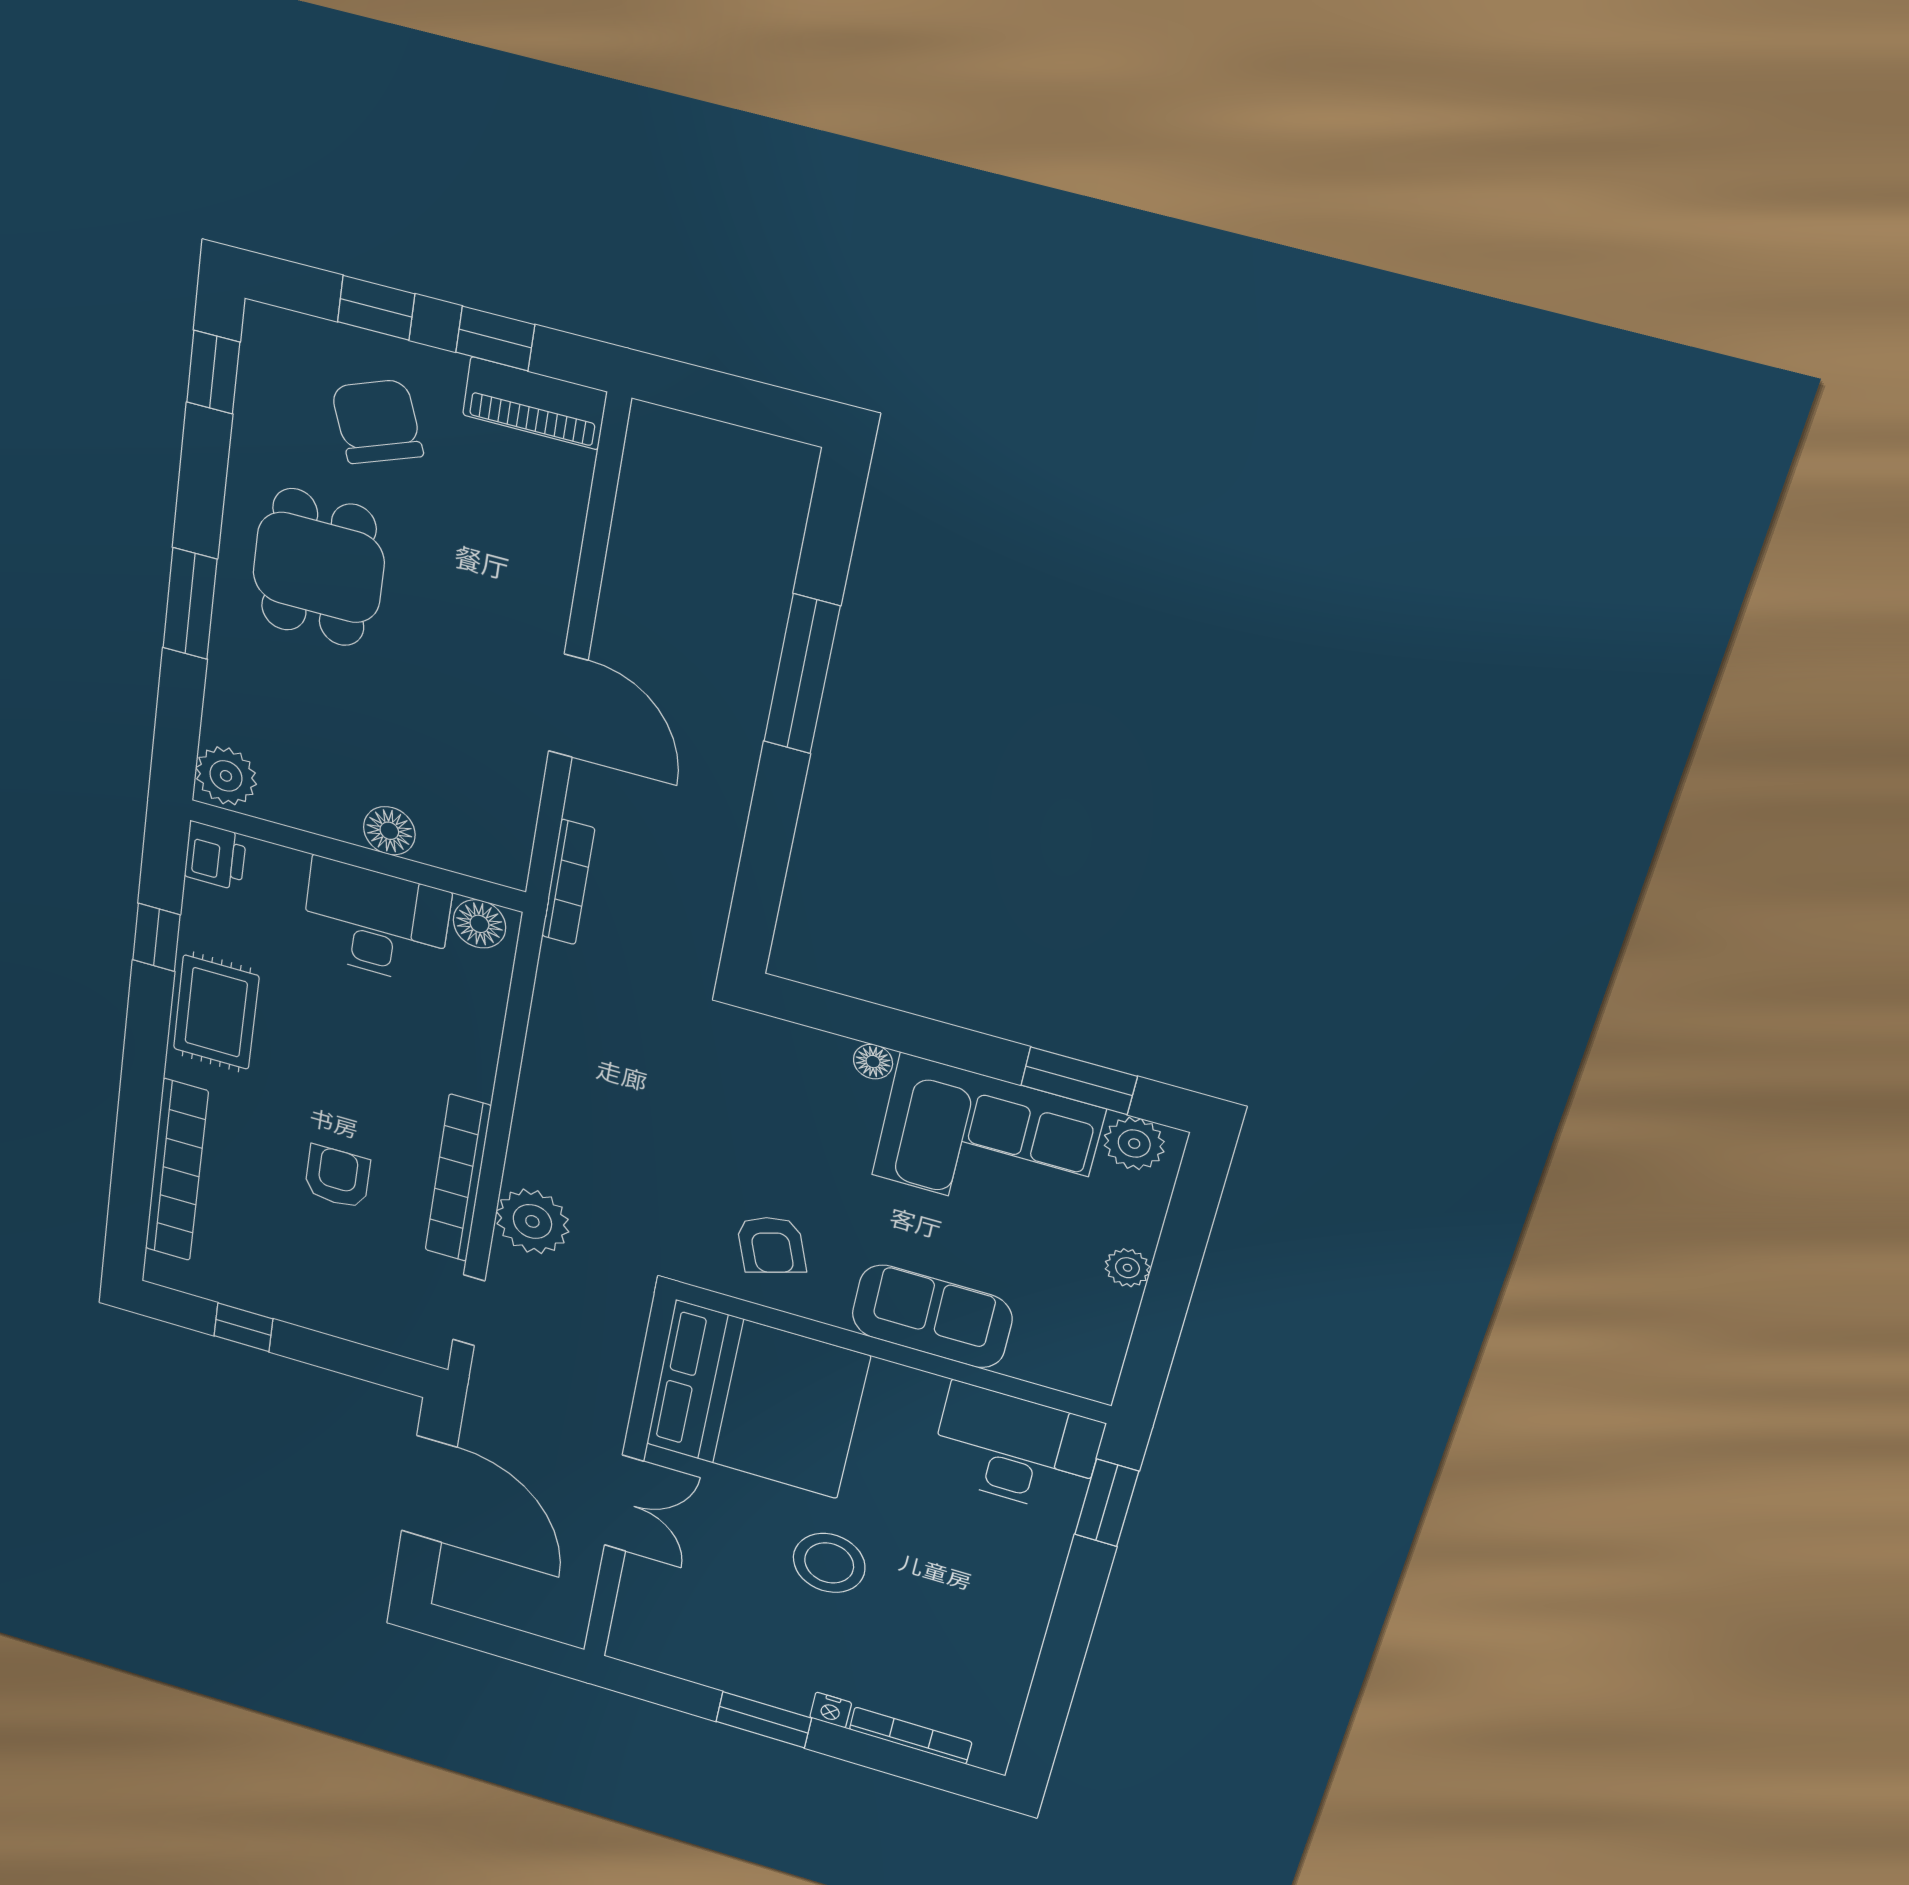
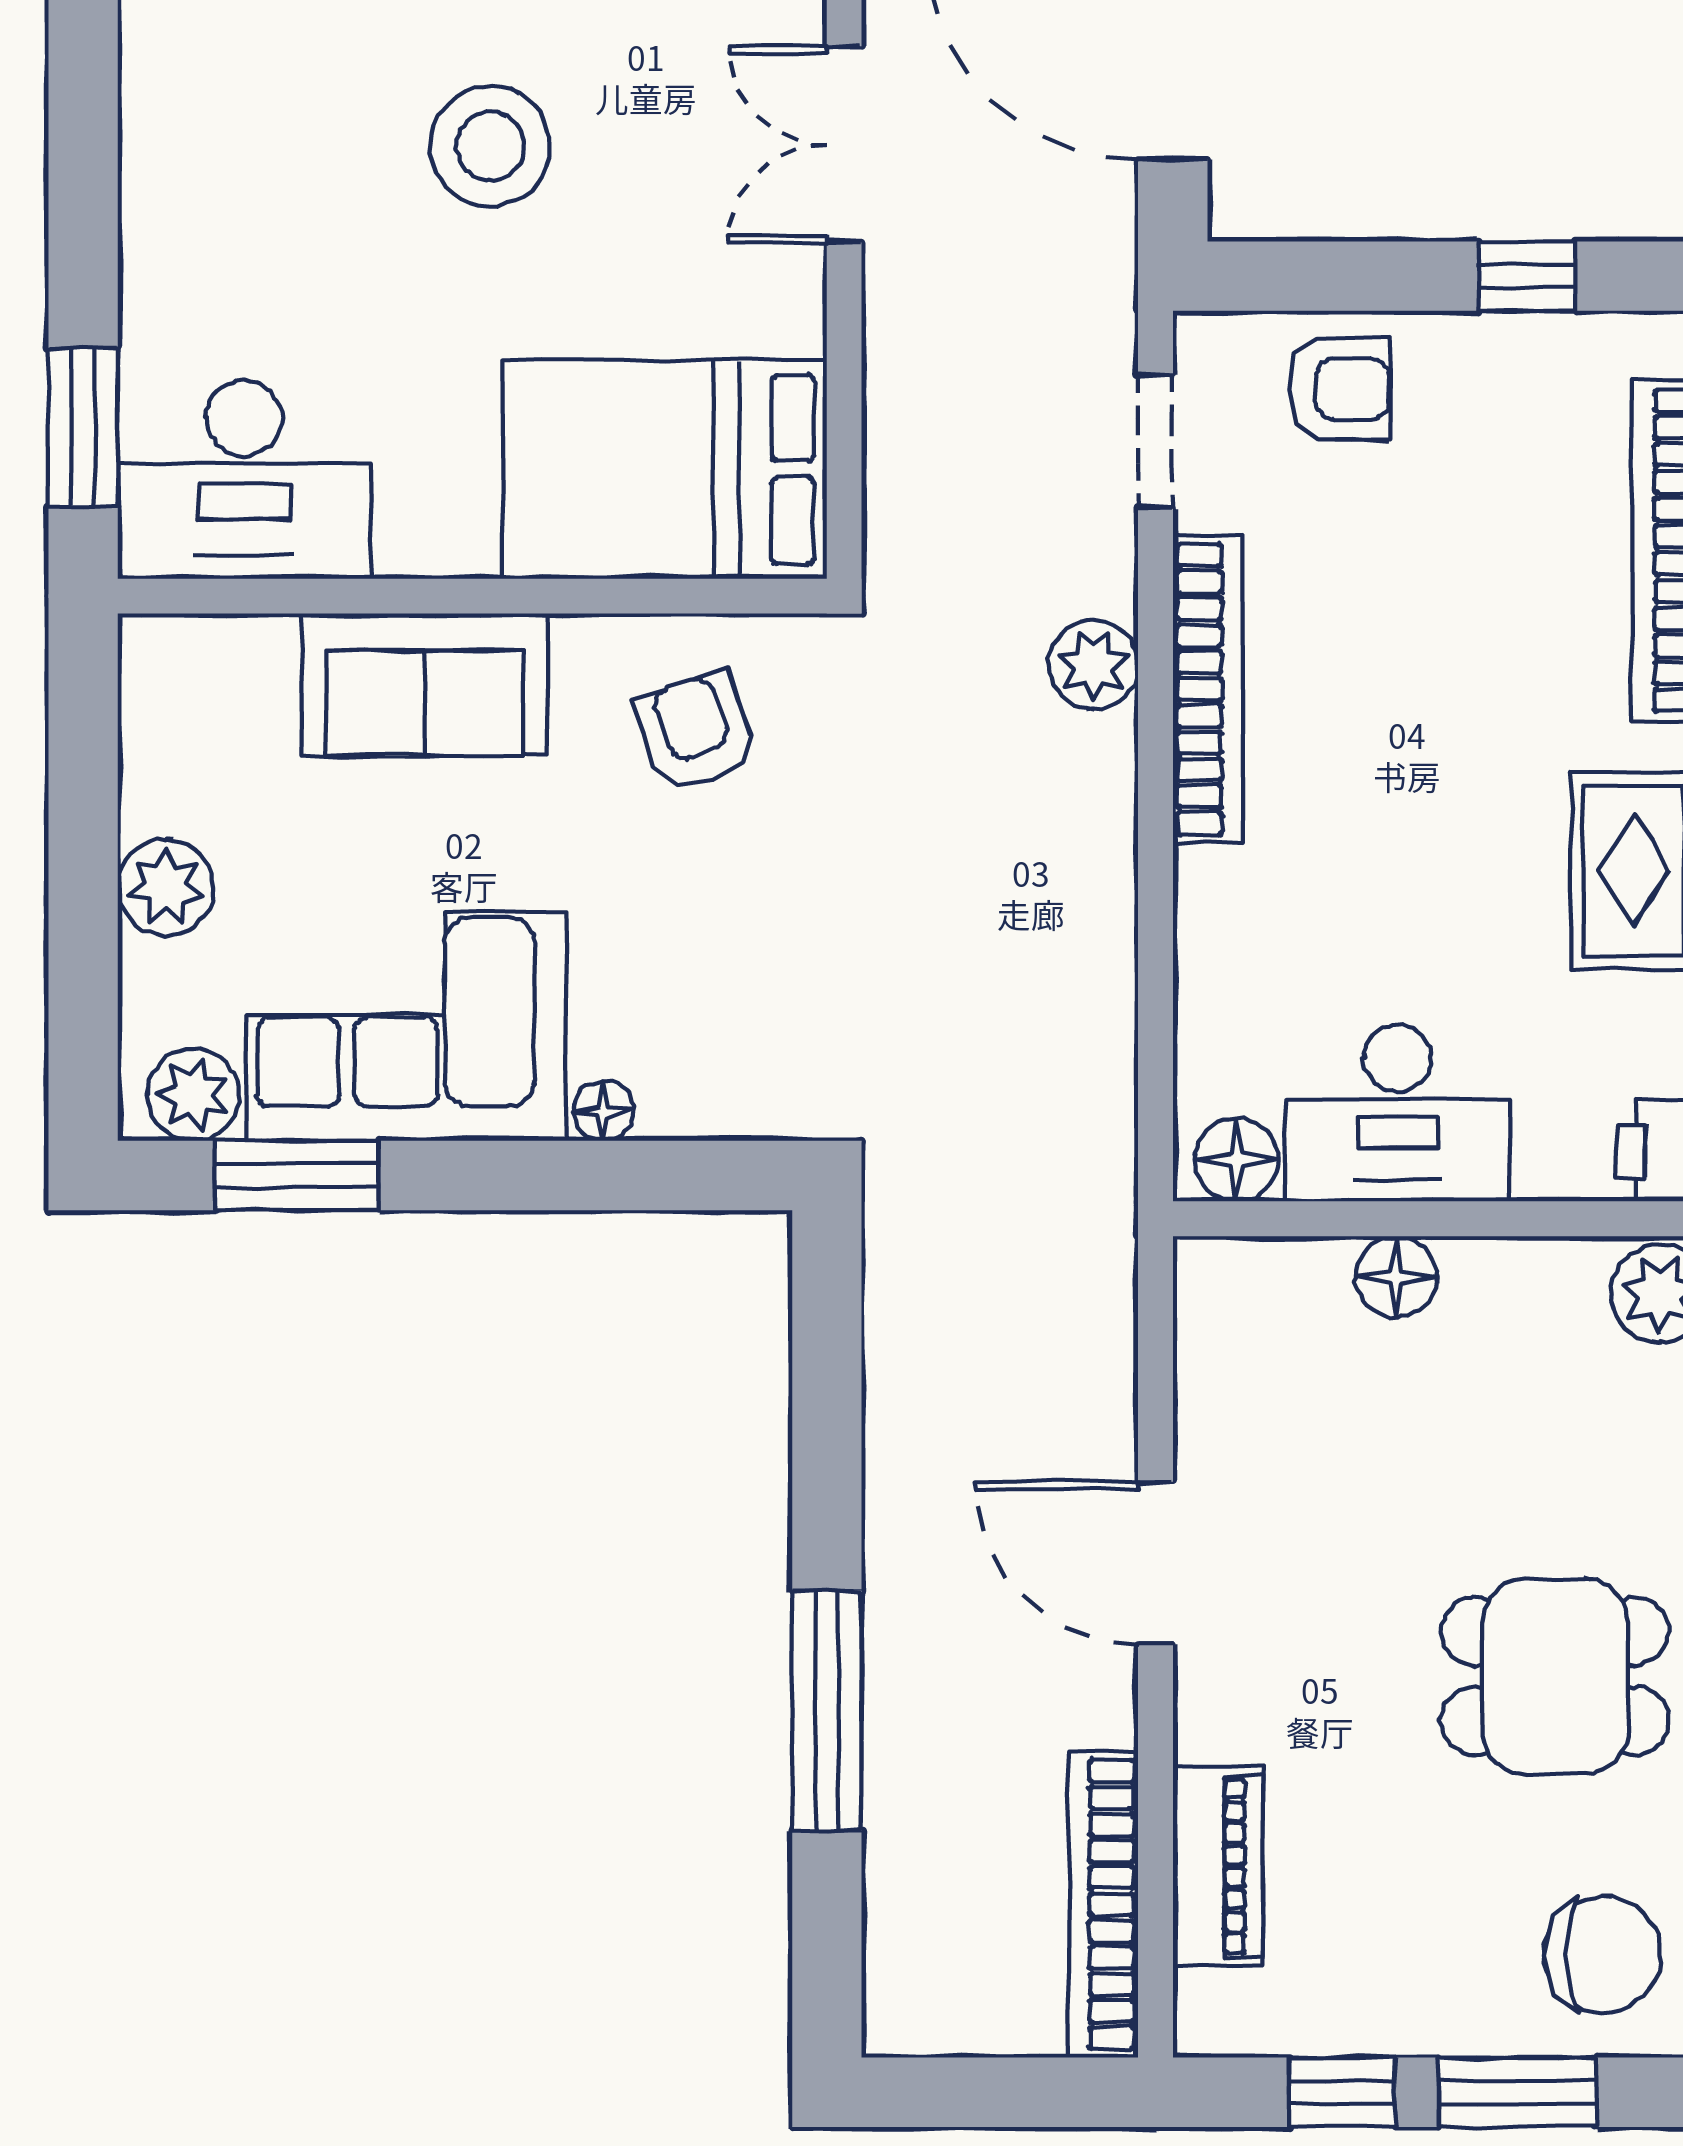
window: (376, 308) -> (1517, 2092), width x1.50
piano: (535, 403) -> (1218, 1866), moved, turned 90
chair: (377, 422) -> (1603, 1954), moved, turned -69
dining table: (319, 568) -> (1555, 1676), turned 90
bookcase: (568, 882) -> (1103, 1905), moved, width x1.48, depth x1.31
armchair: (337, 1177) -> (1339, 389), moved, turned -90
plant: (532, 1221) -> (1093, 665), width x0.73, depth x0.73
plant: (1127, 1268) -> (166, 887), width x1.38, depth x1.38
bed: (757, 1400) -> (665, 469), width x0.73

